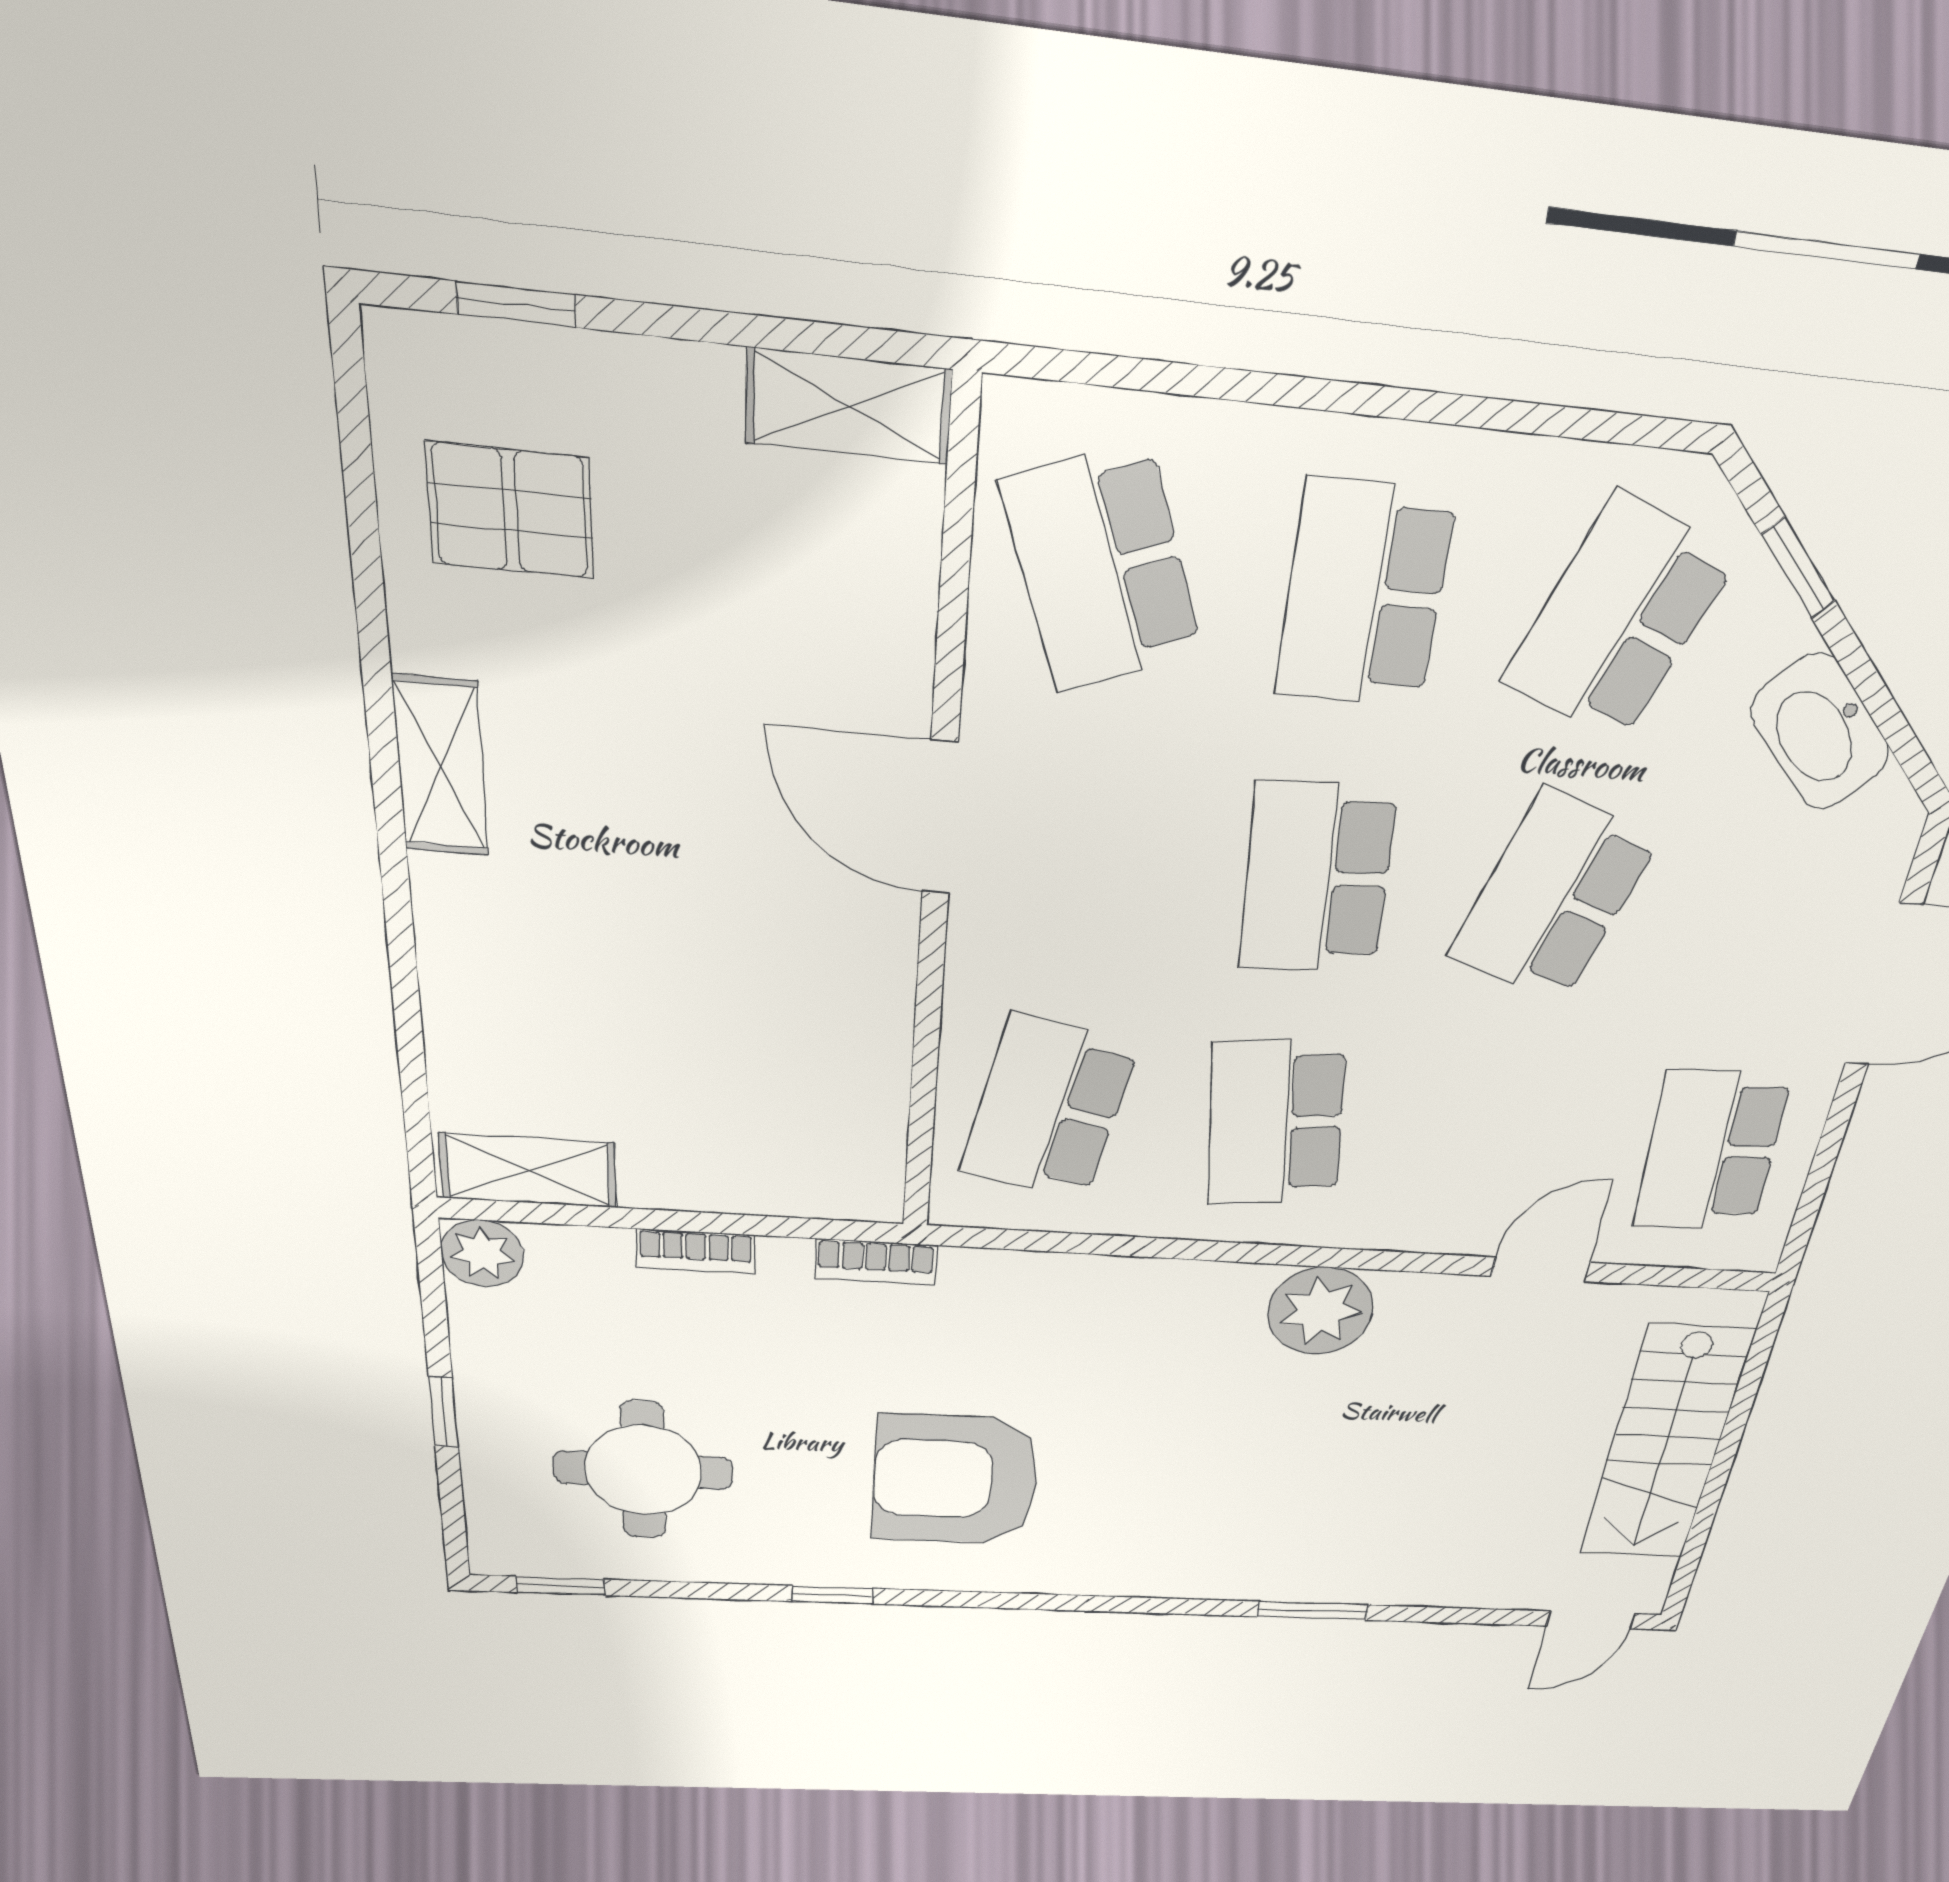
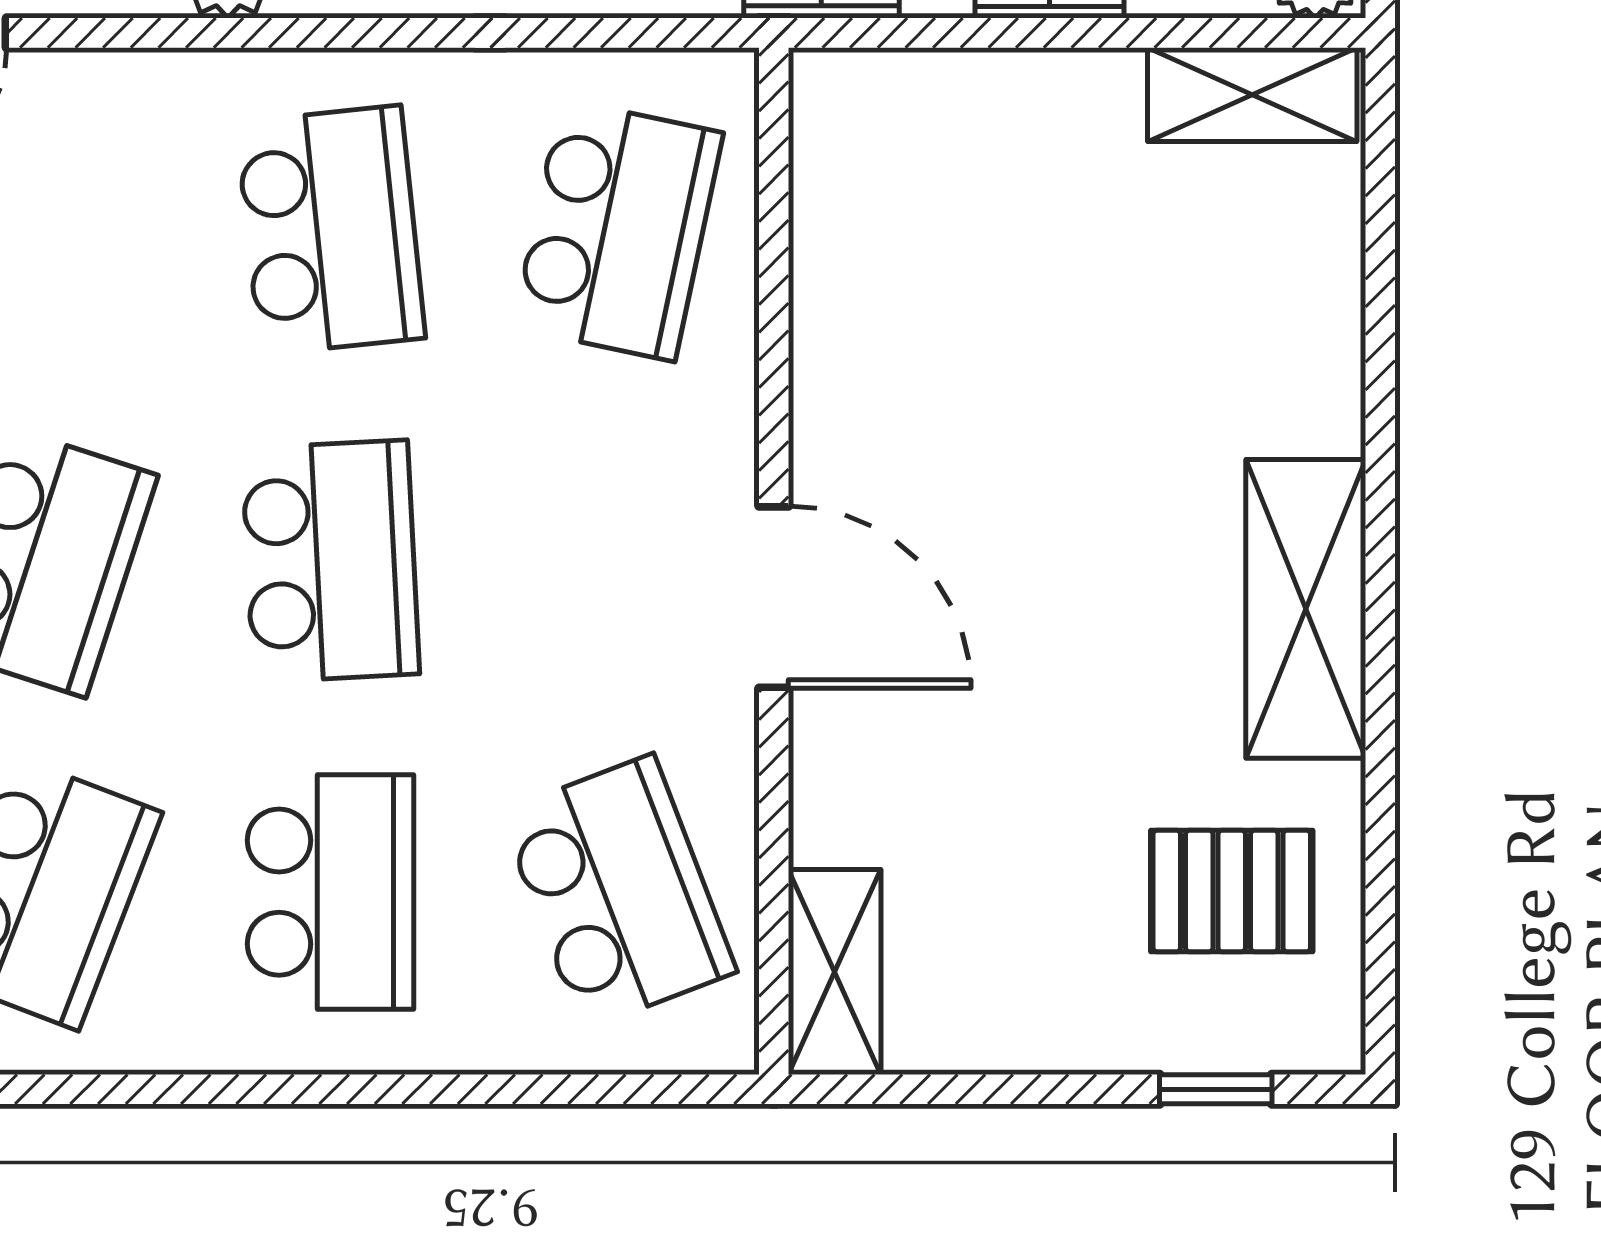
shelving: (849, 406) -> (835, 972), moved, turned 90
shelving: (441, 766) -> (1306, 609), width x1.50, depth x1.33

